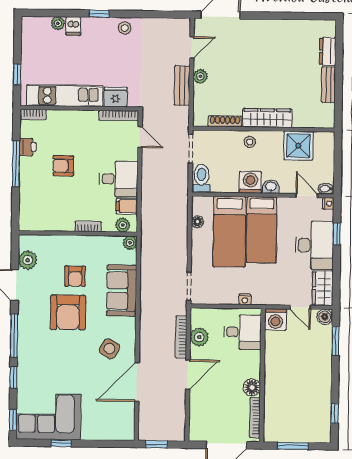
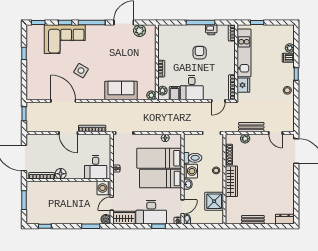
dresser: (328, 51) -> (284, 219), moved
plant: (200, 76) -> (245, 139), moved
toilet: (202, 178) -> (193, 158), moved
armchair: (75, 276) -> (130, 61), removed
armchair: (68, 313) -> (107, 57), removed
plant: (199, 337) -> (92, 140), removed
side table: (109, 349) -> (81, 71), moved
corner sofa: (48, 417) -> (65, 39), moved, turned 90

